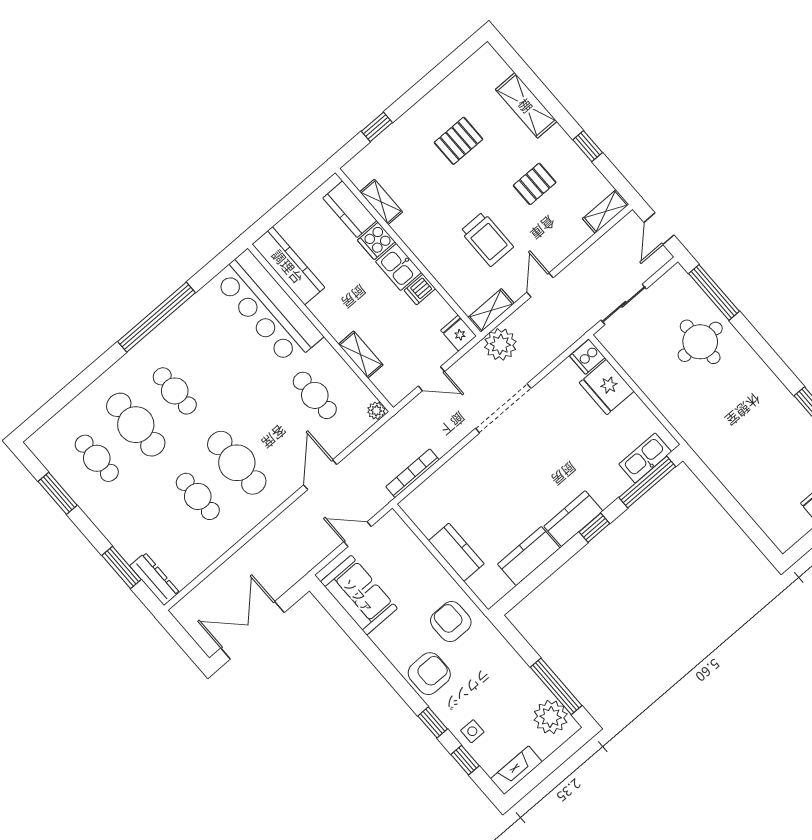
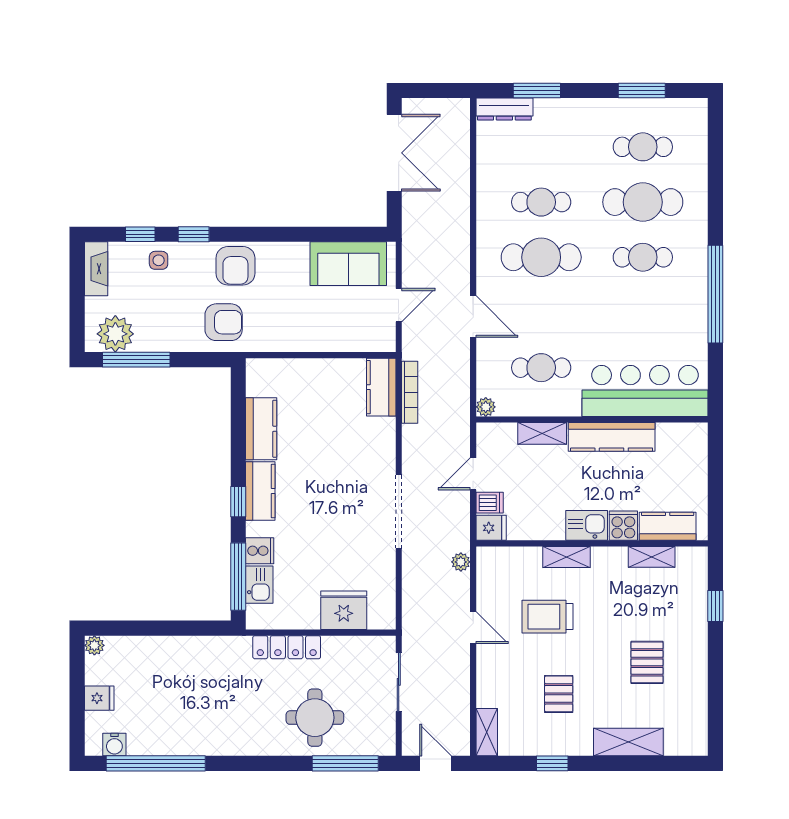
kitchen counter: (288, 266) -> (612, 437), moved
dishwasher: (420, 290) -> (490, 503), moved, turned 90
shelving: (491, 310) -> (566, 557), moved, turned 90
plant: (500, 344) -> (461, 562), width x0.53, depth x0.53
cooker: (587, 357) -> (260, 551), moved, turned 90
locker: (668, 405) -> (287, 647), added
kitchen sink: (645, 458) -> (259, 585), width x0.73
plant: (784, 542) -> (94, 645), added
kitchen counter: (456, 552) -> (381, 387), moved, turned 90
armchair: (451, 622) -> (224, 322), moved

